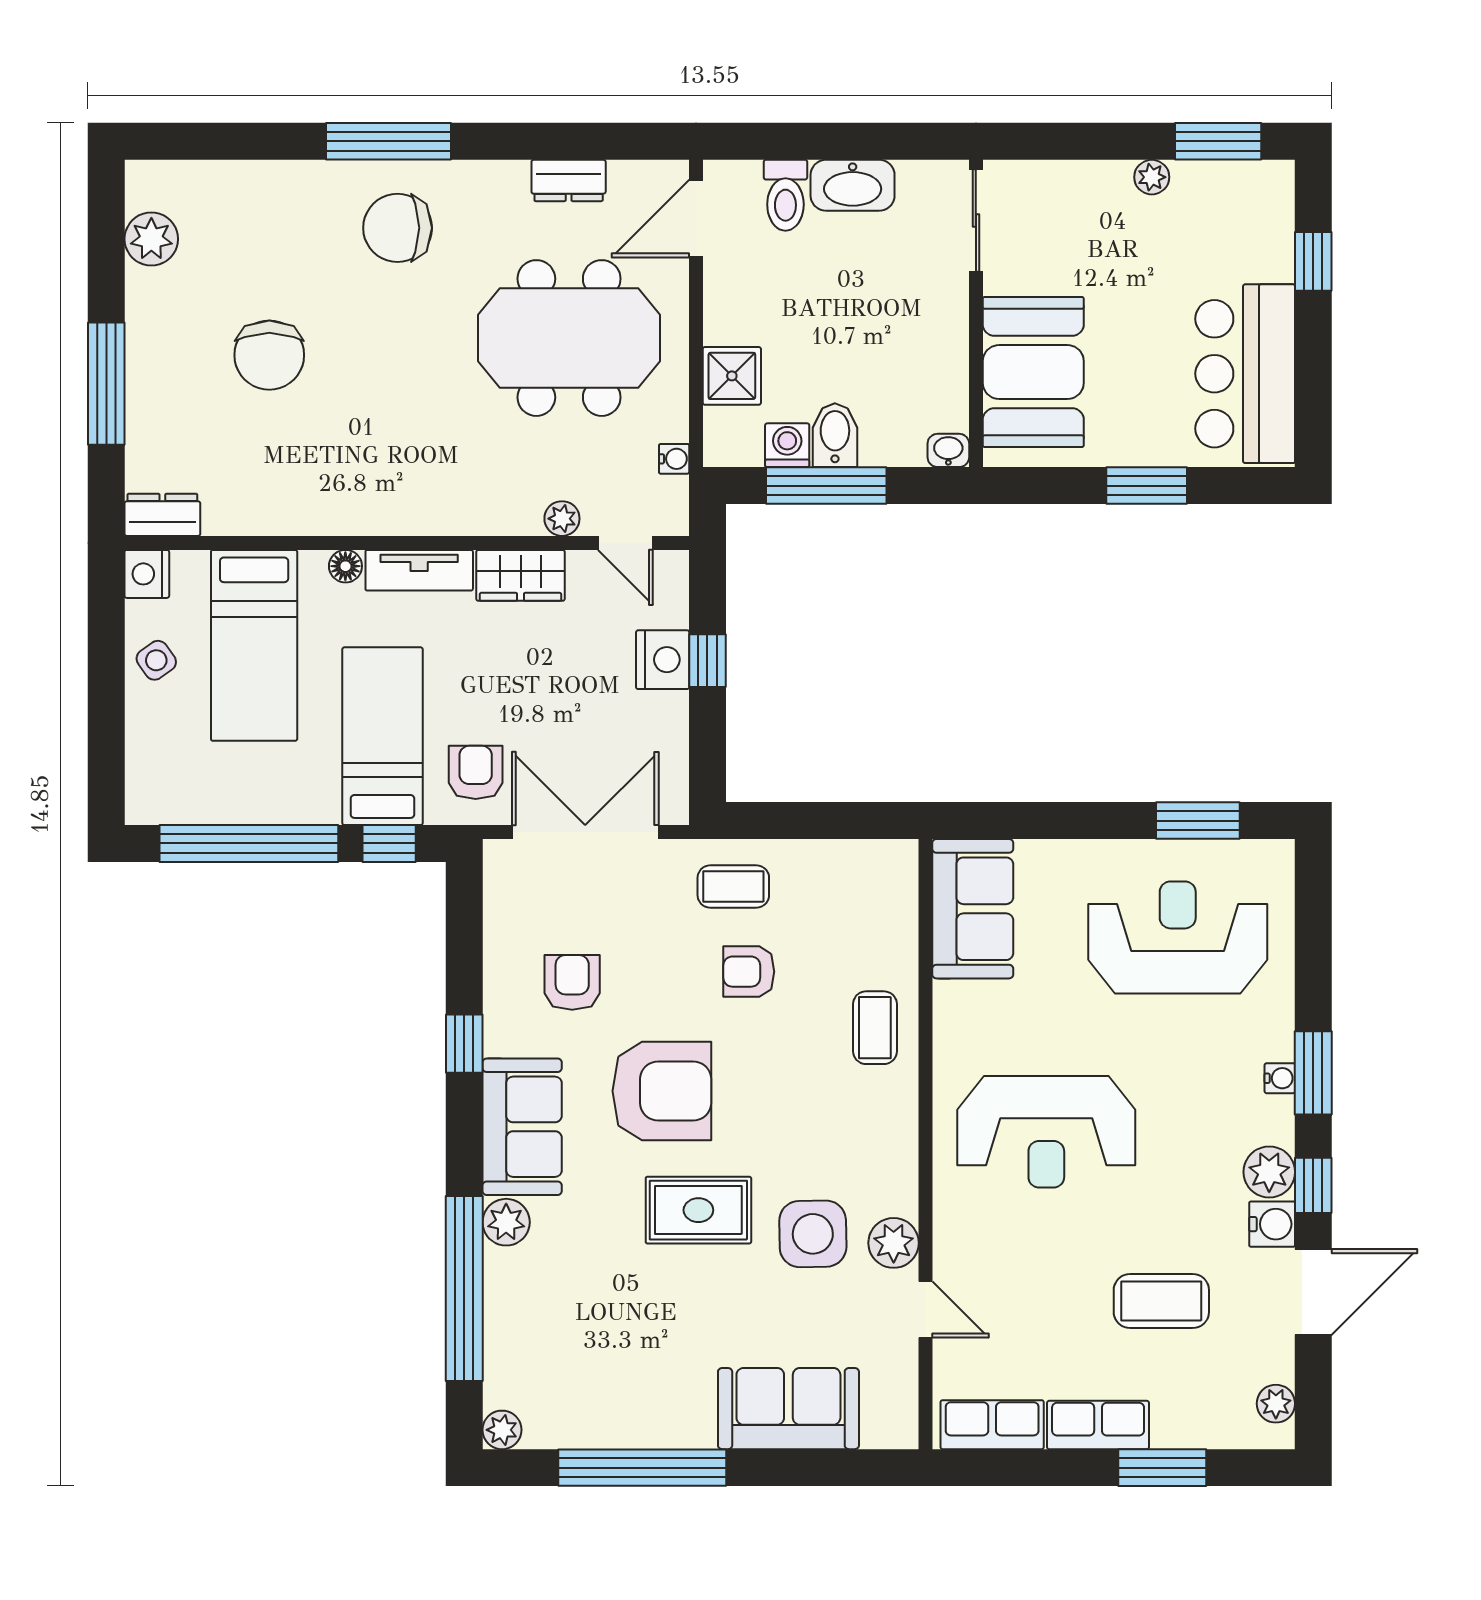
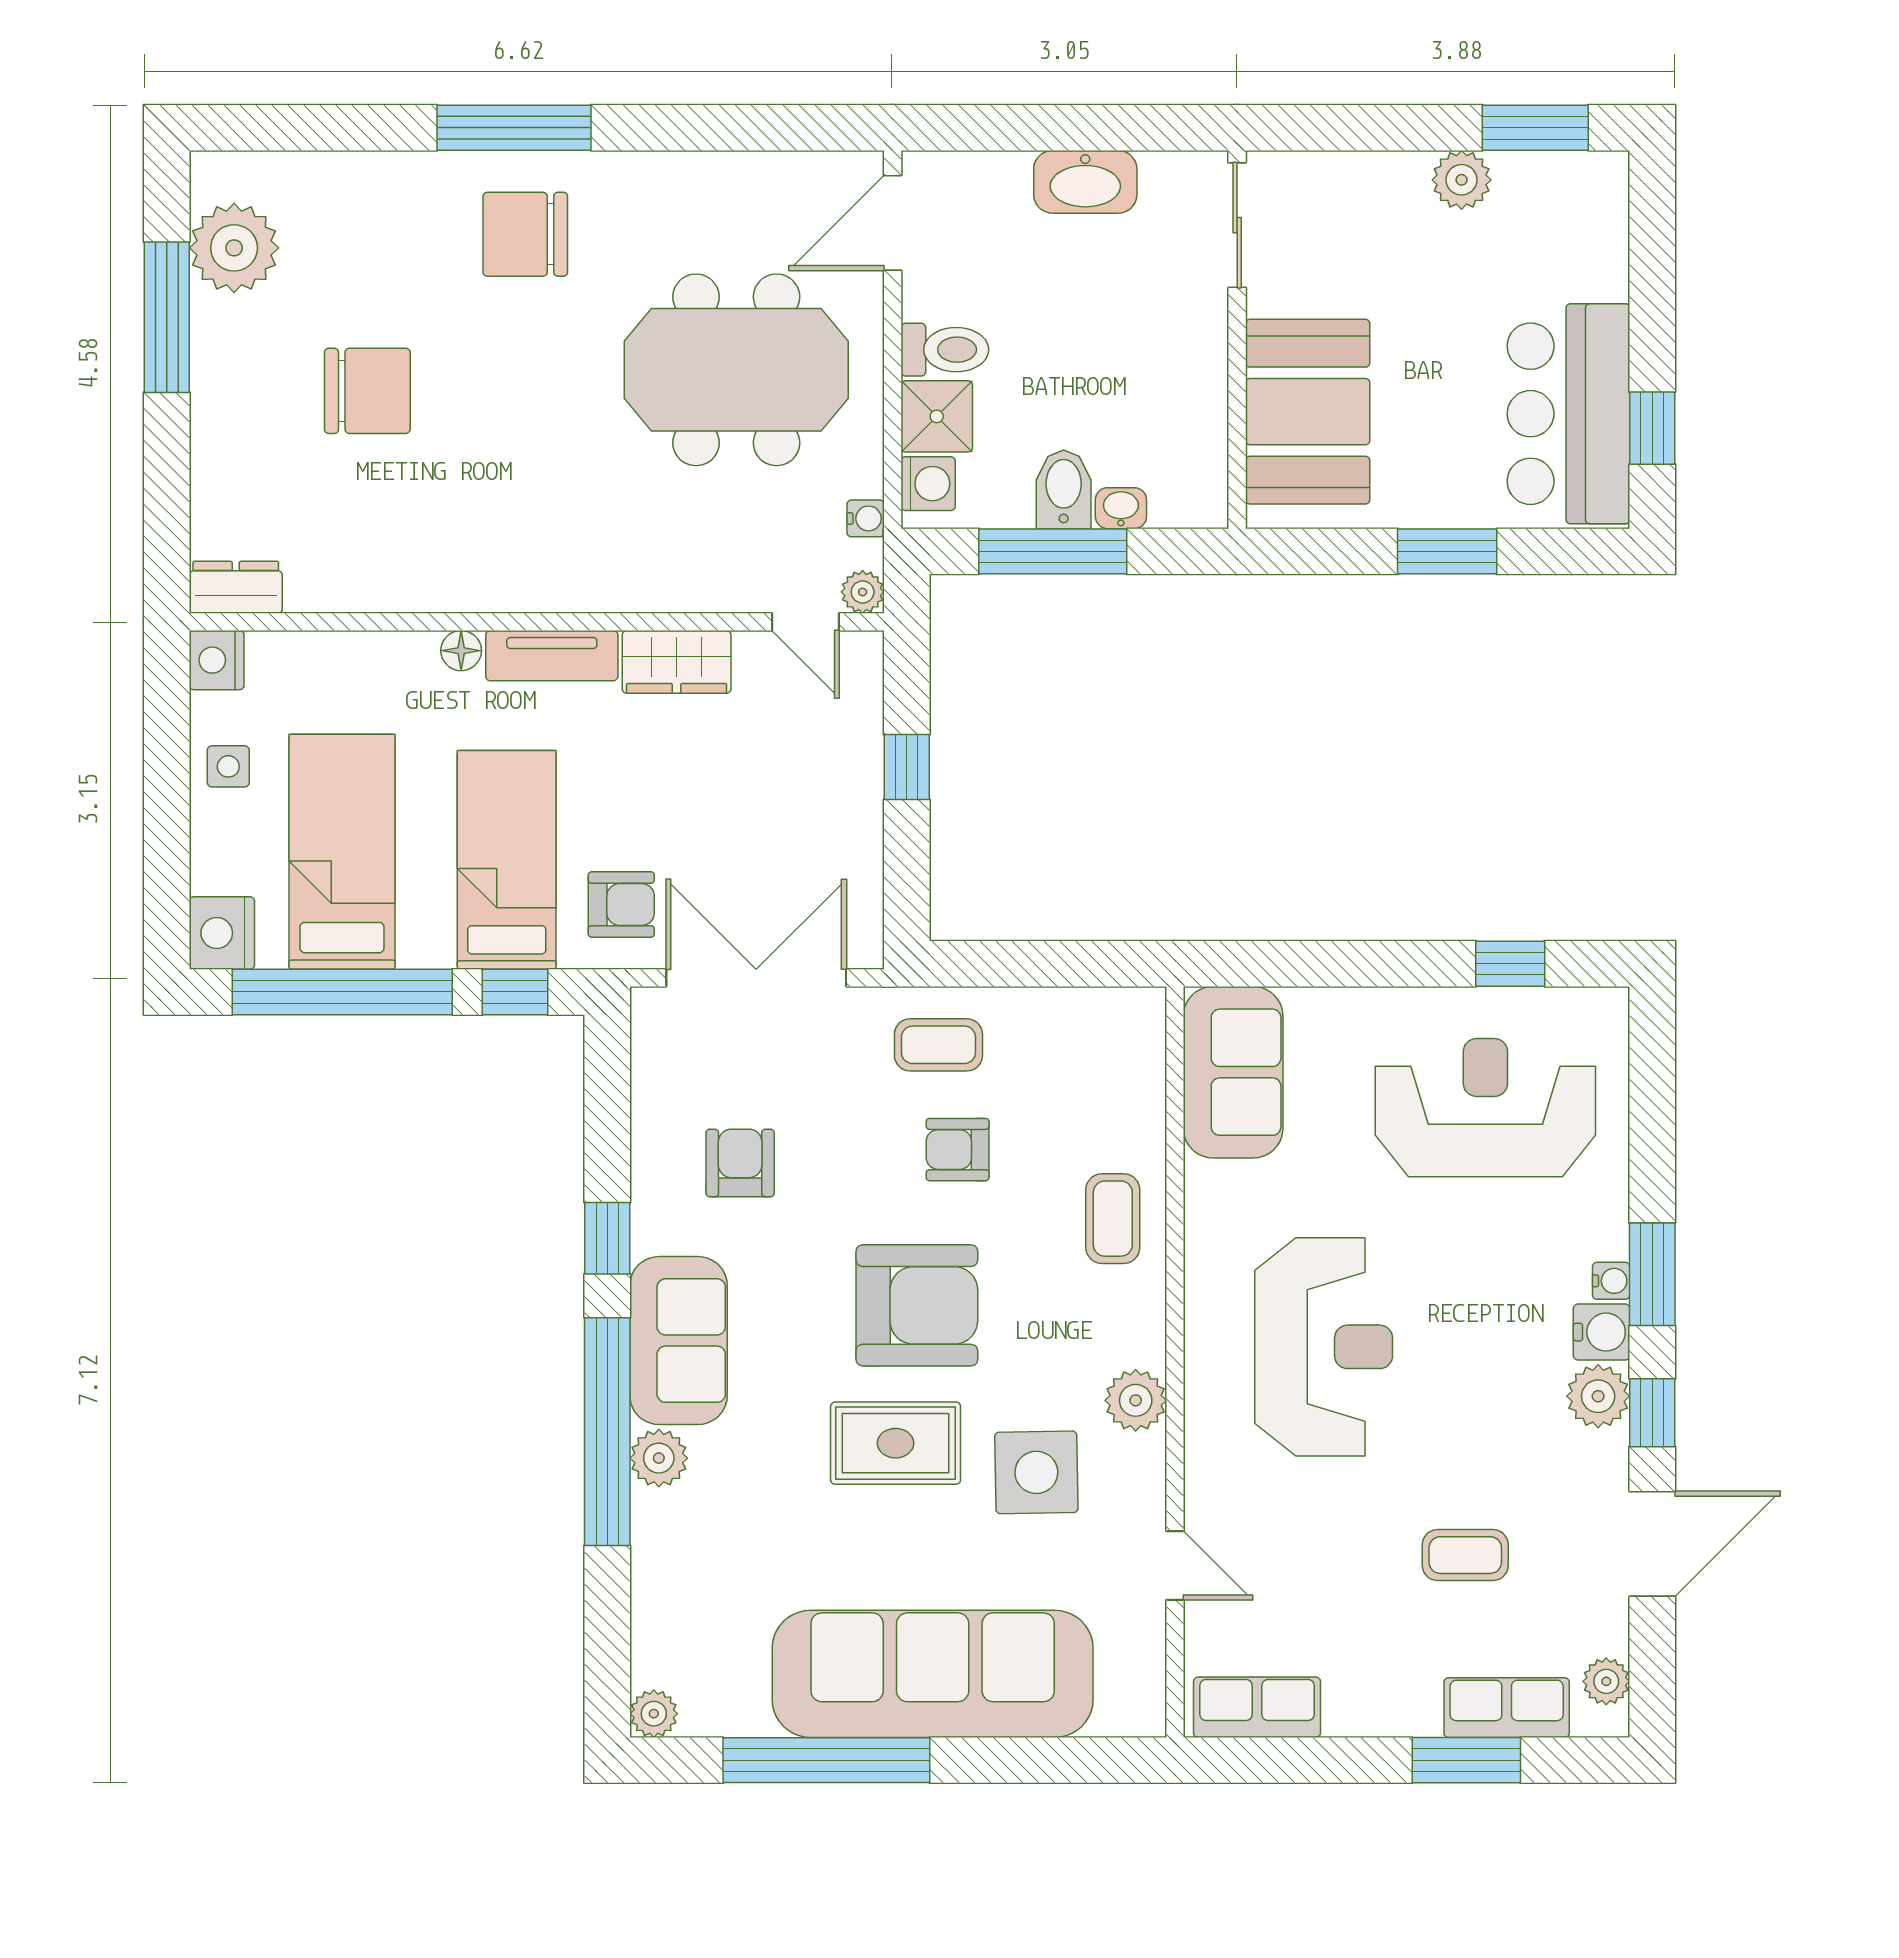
plant: (1152, 177) -> (1462, 180), width x1.38, depth x1.38
dresser: (569, 180) -> (736, 176), removed
toilet: (785, 195) -> (945, 350), moved, turned -90
plant: (151, 239) -> (234, 248), width x1.36, depth x1.36
window: (1313, 261) -> (1652, 428), moved
chair: (269, 355) -> (367, 391), turned -90
window: (106, 384) -> (167, 317), moved
washing machine: (787, 445) -> (928, 484), moved, turned 90
washbasin: (948, 450) -> (1121, 508), moved
plant: (562, 519) -> (863, 592), moved
bed: (254, 645) -> (342, 852), moved, turned 180
side table: (156, 660) -> (228, 766), turned 35
nightstand: (663, 660) -> (222, 933), moved, turned 180
armchair: (476, 772) -> (621, 904), turned 90
window: (1198, 821) -> (1510, 964), width x0.67
armchair: (662, 1091) -> (917, 1305), moved
reception desk: (1046, 1132) -> (1324, 1347), turned -90
water cooler: (1272, 1224) -> (1602, 1332), moved
plant: (894, 1243) -> (1136, 1400), moved
window: (464, 1288) -> (607, 1432), moved
coffee table: (1161, 1301) -> (1465, 1555), width x0.73, depth x0.77
sofa: (788, 1409) -> (933, 1674), width x1.85, depth x1.27
row of seats: (1098, 1425) -> (1507, 1708), moved

